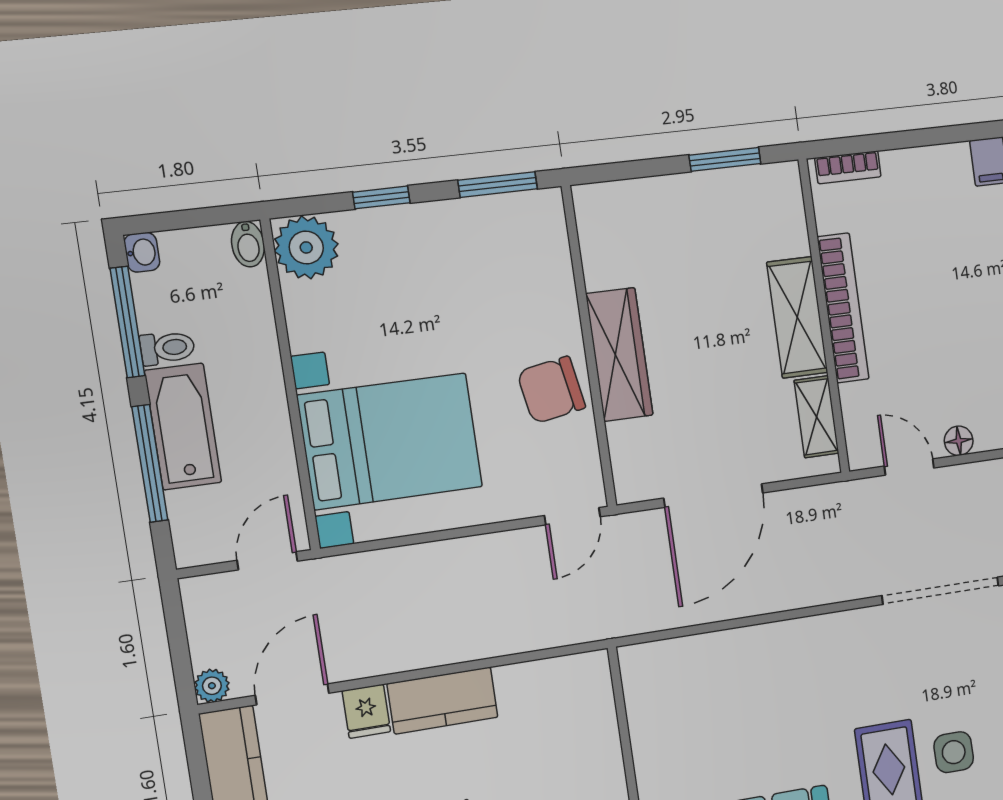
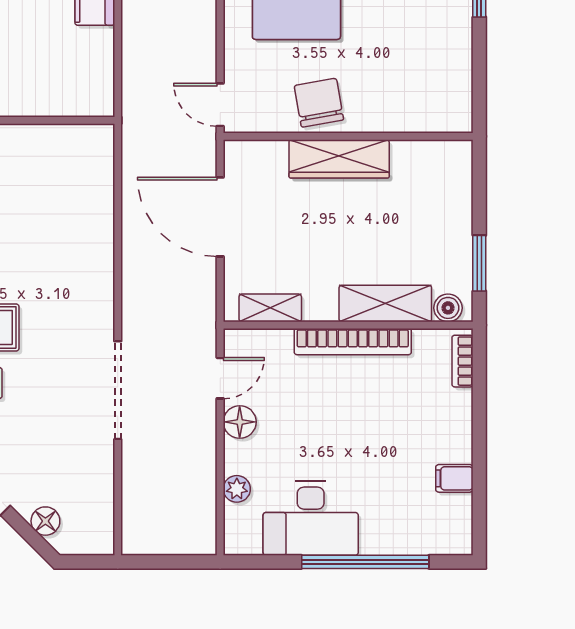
window: (498, 185) -> (479, 85), removed
boiler: (786, 193) -> (448, 308), added
shelving: (797, 317) -> (385, 303), moved
floor lamp: (959, 441) -> (240, 422), width x1.37, depth x1.37

